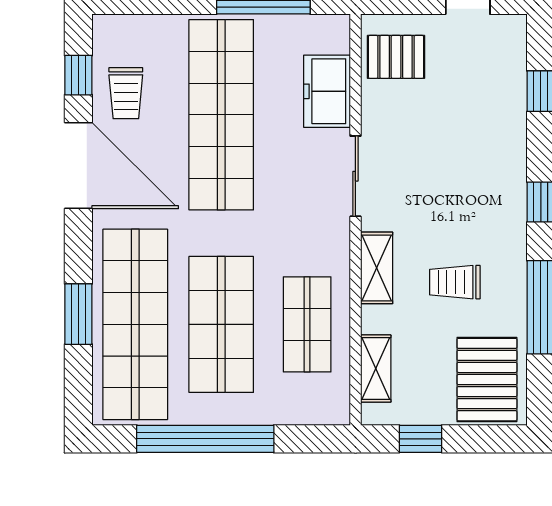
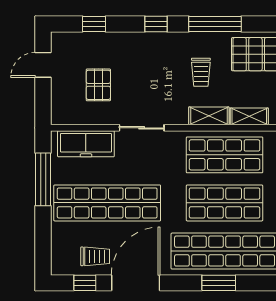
pallet: (396, 57) -> (98, 85), moved
freezer: (327, 91) -> (86, 144), width x1.40
shelving: (377, 268) -> (209, 116), moved
shop shelf: (307, 324) -> (225, 155), width x1.43, depth x1.36

